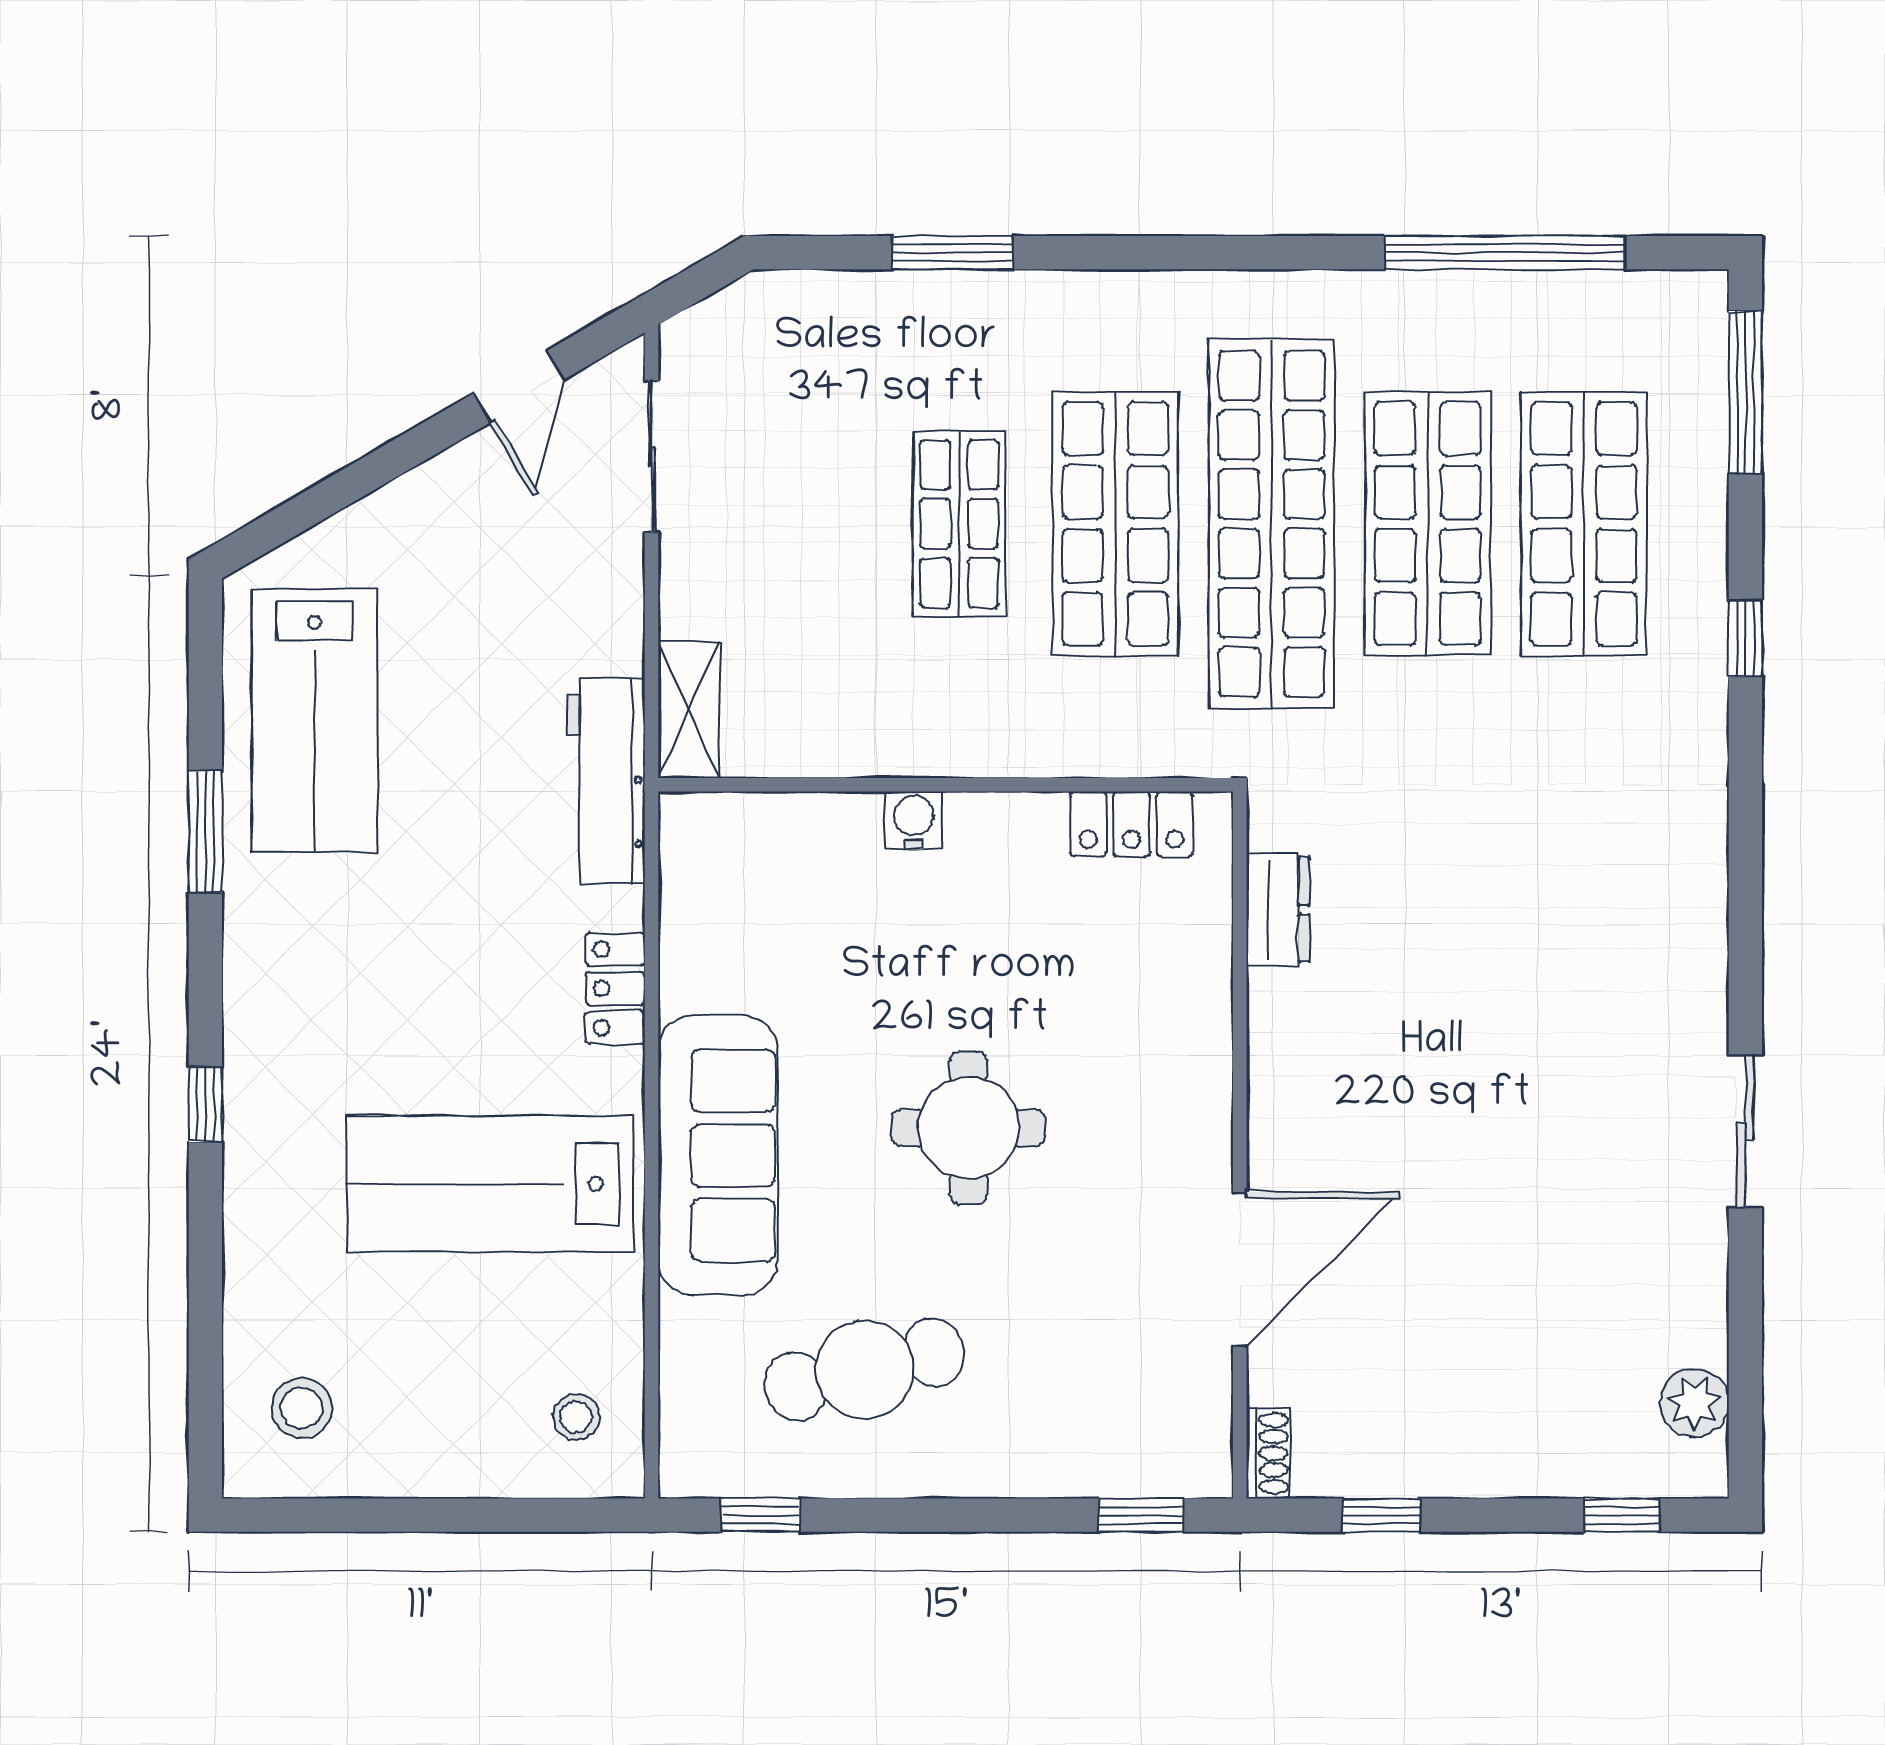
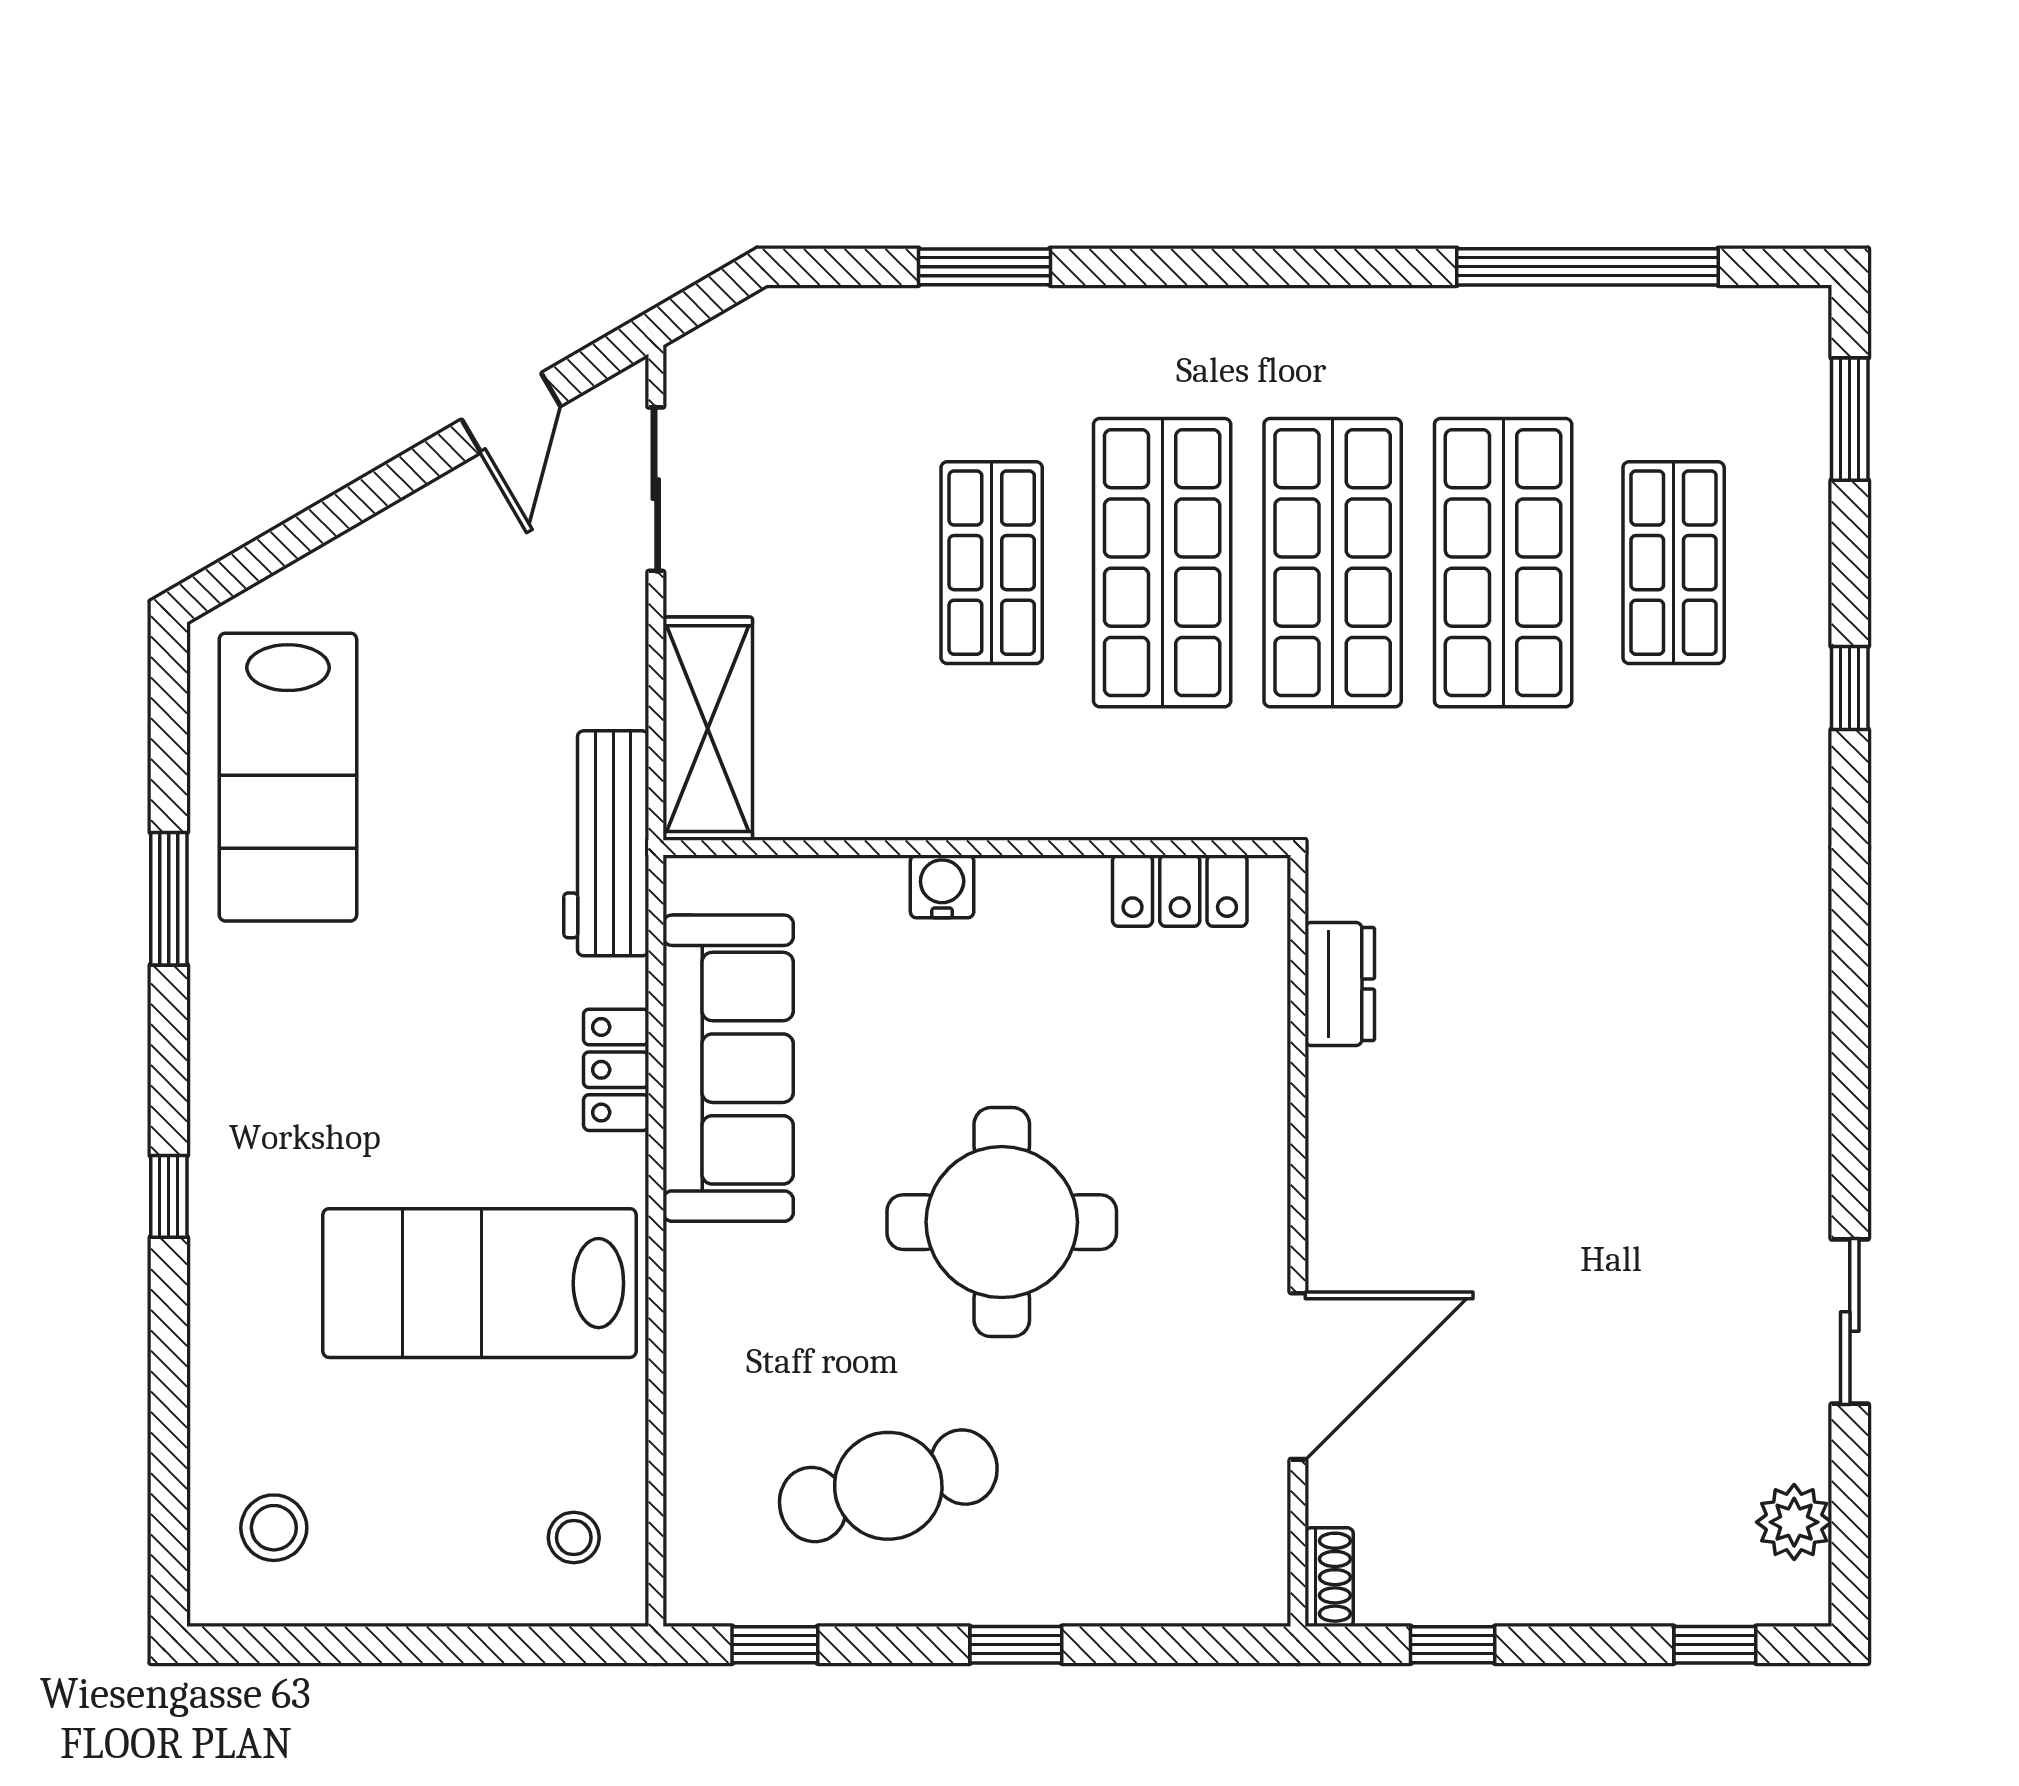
window: (1745, 392) -> (1850, 419), width x0.69
shop shelf: (1272, 524) -> (1333, 563), width x0.71
shop shelf: (1584, 524) -> (1674, 563), width x0.70, depth x0.74
shelving: (689, 710) -> (708, 729), width x1.50, depth x1.33
round table: (968, 1128) -> (1002, 1222), width x1.36, depth x1.36
sliding door: (1745, 1131) -> (1850, 1322), moved
sofa: (718, 1155) -> (728, 1068), moved
window: (1141, 1515) -> (1016, 1645), moved

